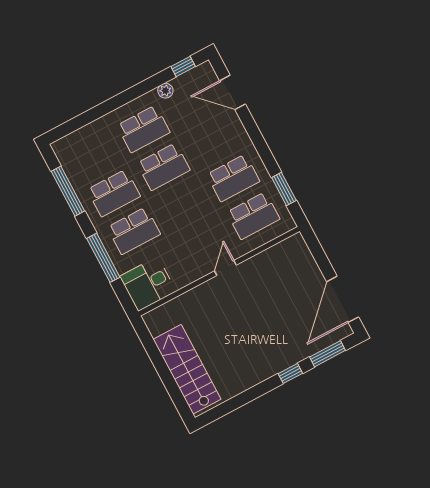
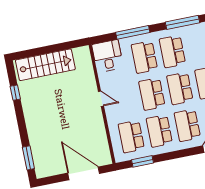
school desk: (213, 140) -> (187, 125), added
school desk: (183, 204) -> (152, 94), added
door: (225, 268) -> (101, 99), moved
door: (343, 299) -> (84, 173), moved
window: (290, 373) -> (15, 93), moved

